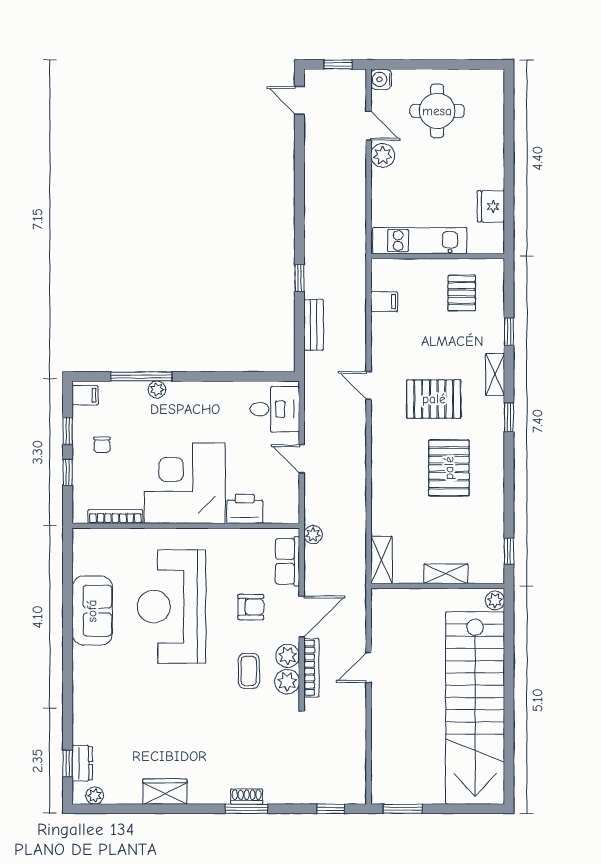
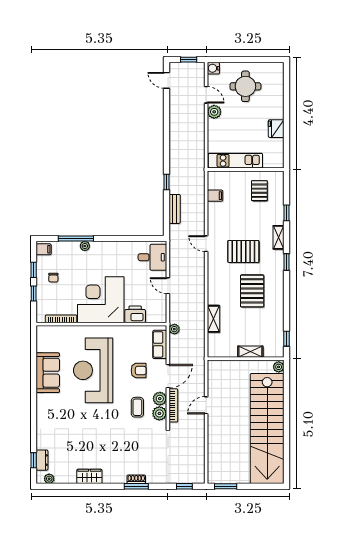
fridge: (491, 206) -> (276, 129), moved
shelving: (381, 560) -> (213, 319), moved

